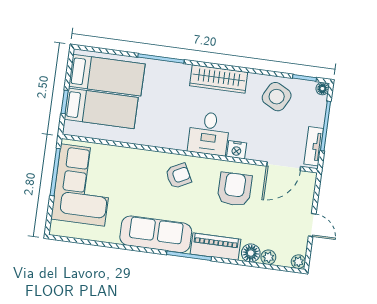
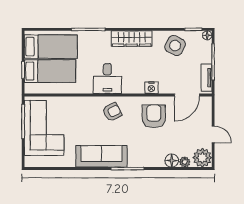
desk: (209, 133) -> (107, 79), moved
piano: (215, 247) -> (146, 159), removed
plant: (298, 262) -> (202, 158), width x1.88, depth x1.88

